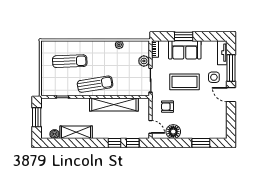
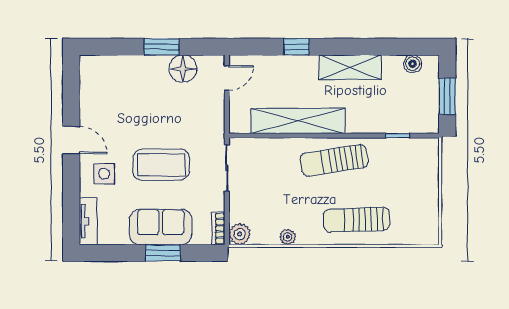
sun lounger: (70, 61) -> (356, 220), moved
plant: (144, 61) -> (240, 234), moved
window: (231, 68) -> (71, 191), removed
armchair: (167, 107) -> (194, 117), removed
door: (151, 127) -> (227, 78), swing flipped
shelving: (76, 132) -> (350, 67), moved
window: (133, 143) -> (261, 47), removed
window: (201, 143) -> (162, 47), moved

